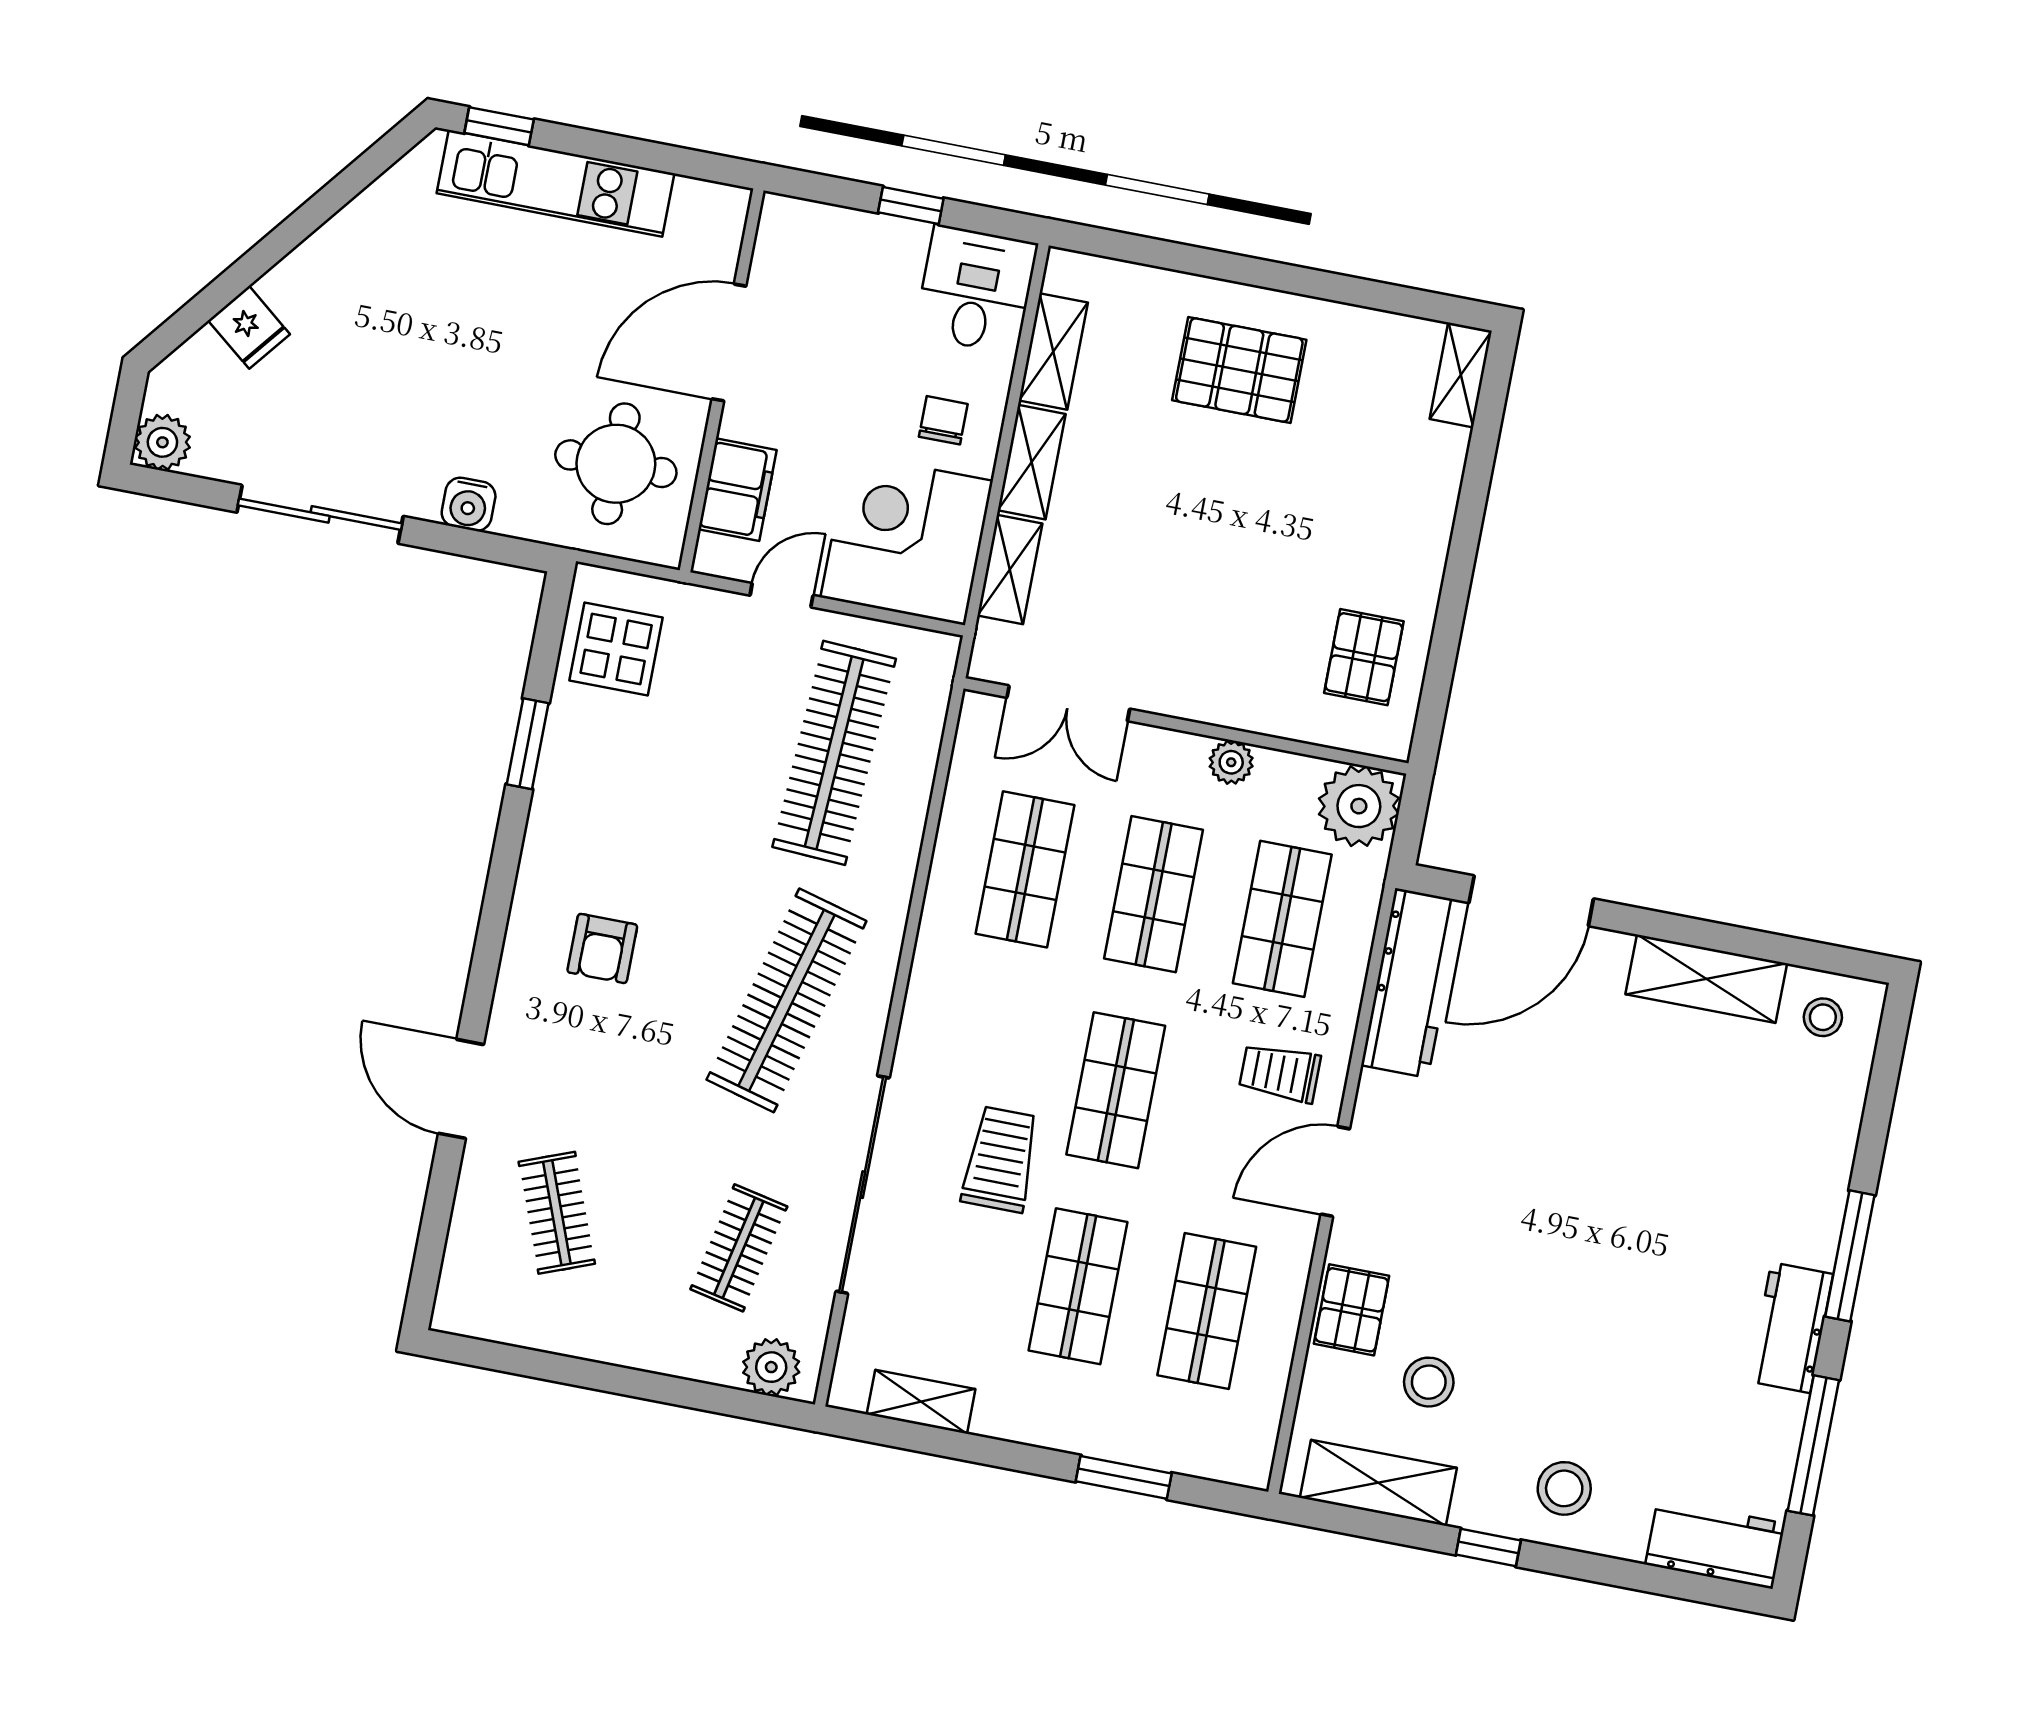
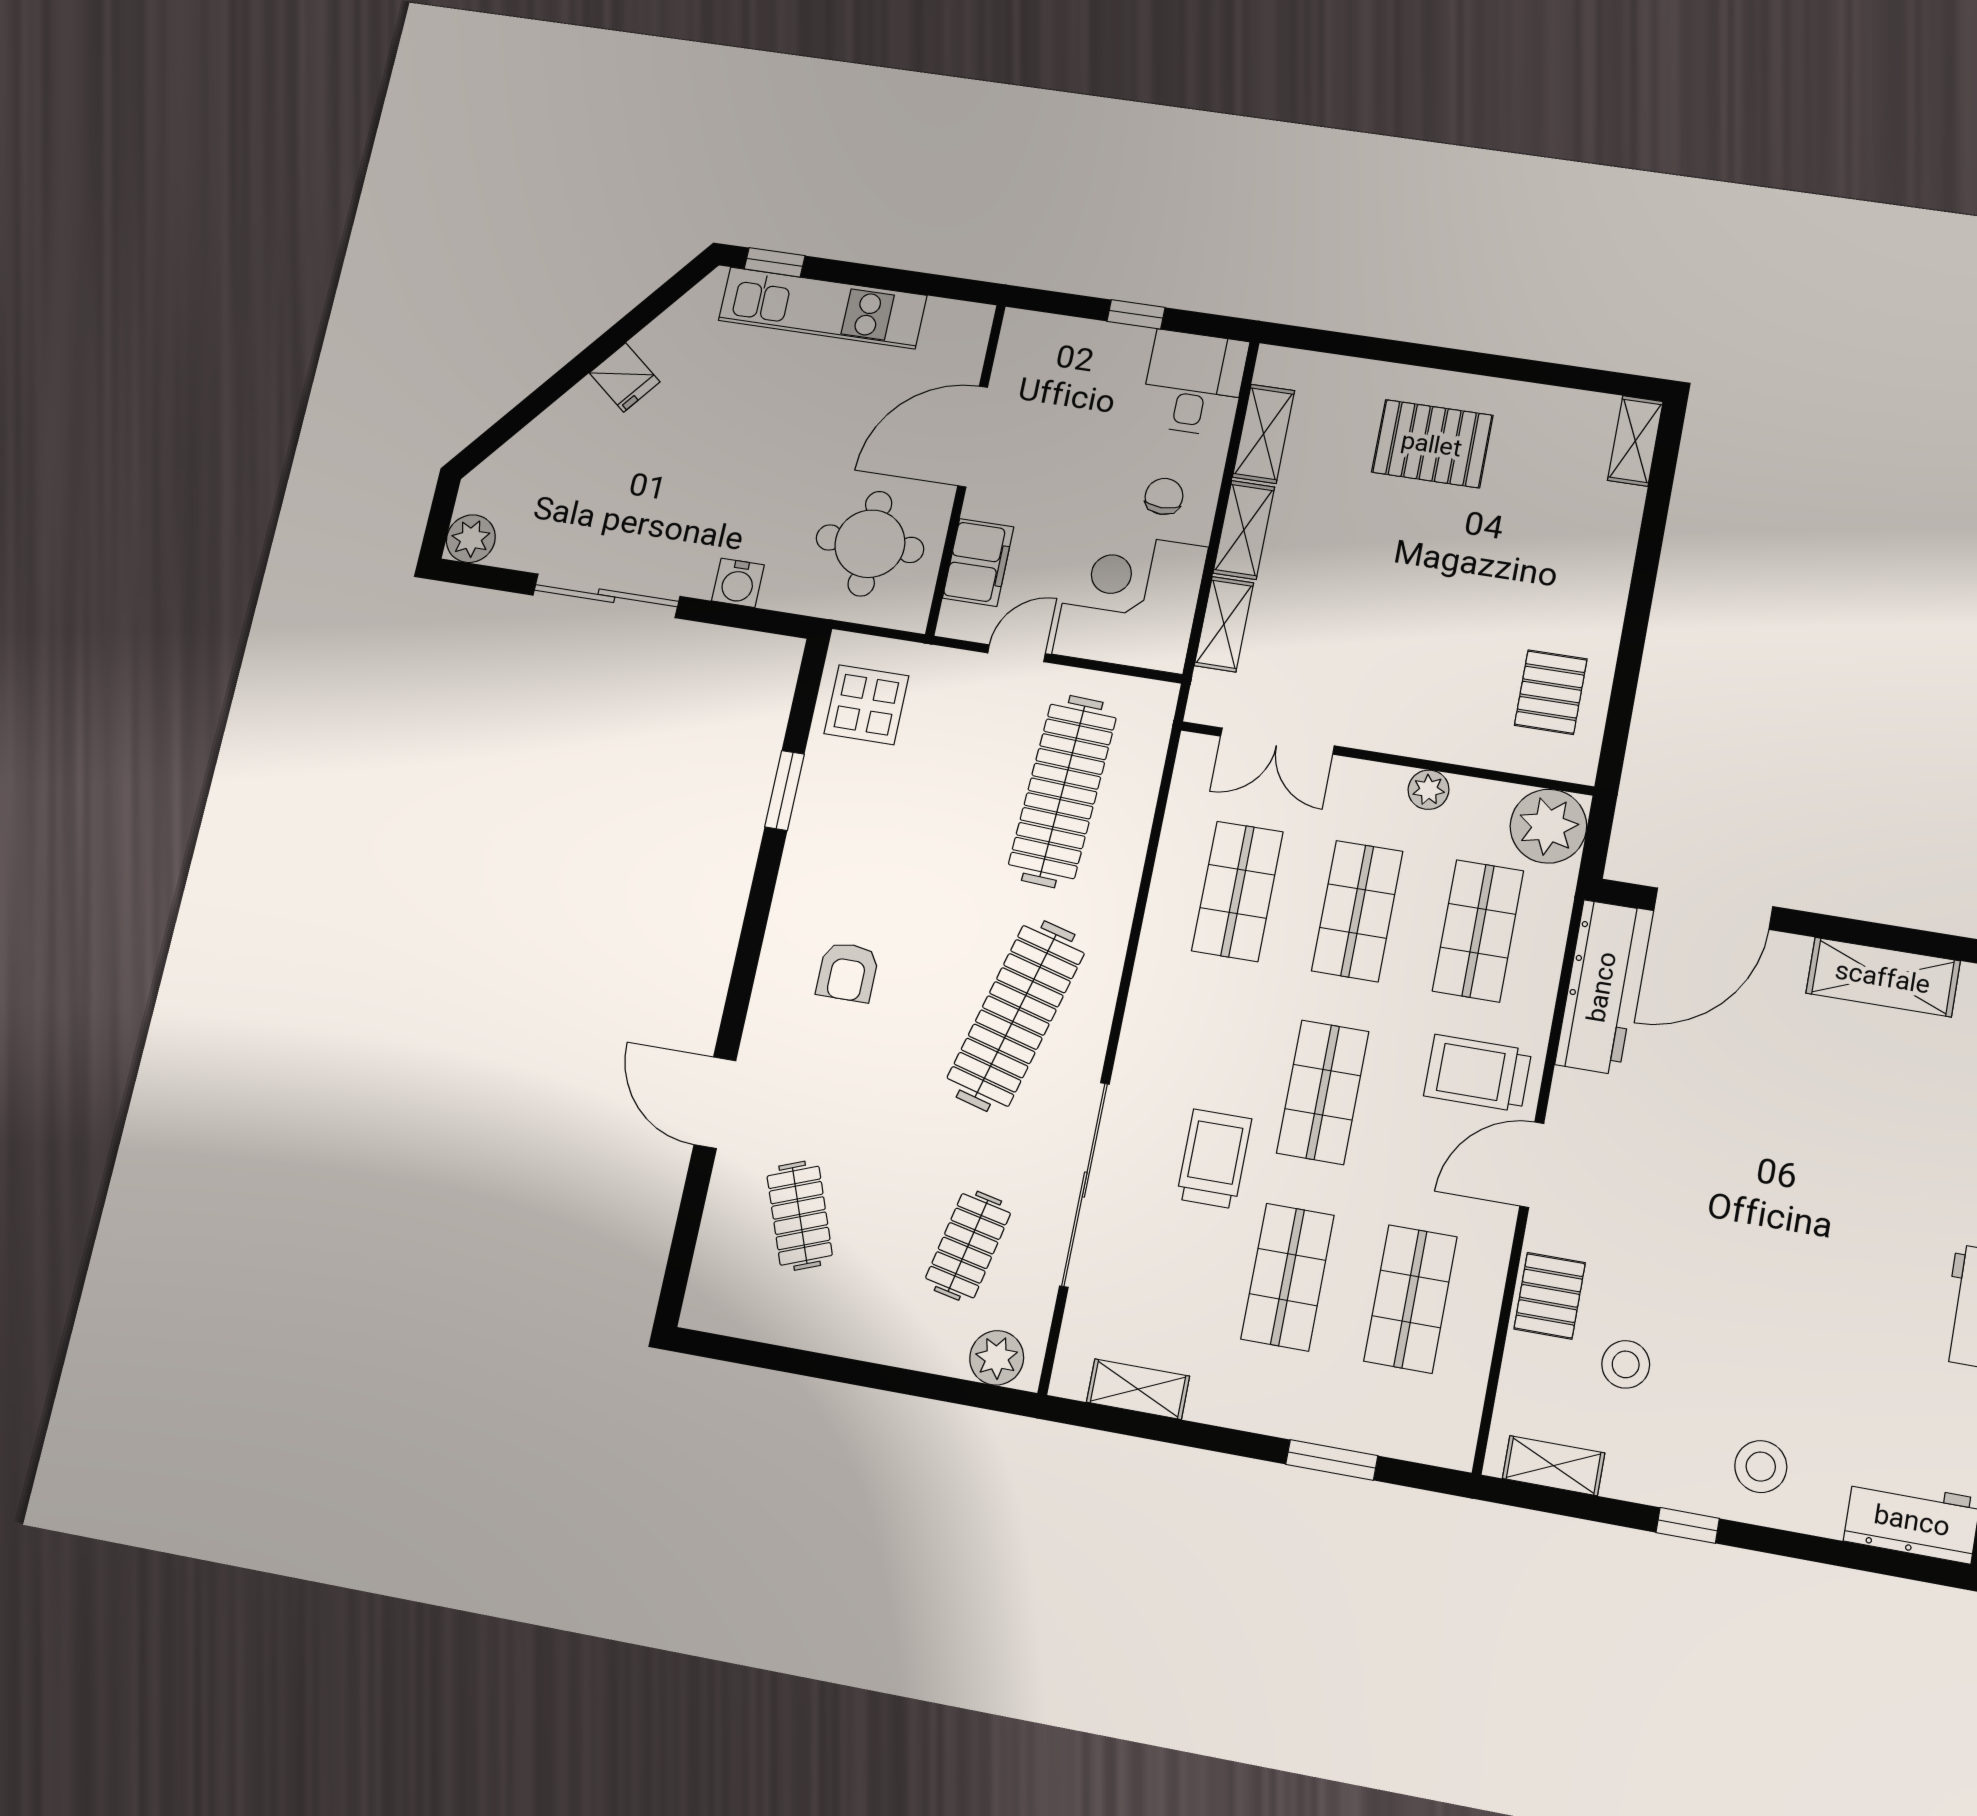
fridge: (249, 327) -> (625, 377), moved
trolley: (1280, 1073) -> (1478, 1073), width x1.36, depth x1.39
shelving: (1378, 1483) -> (1554, 1466), width x0.67, depth x0.75

